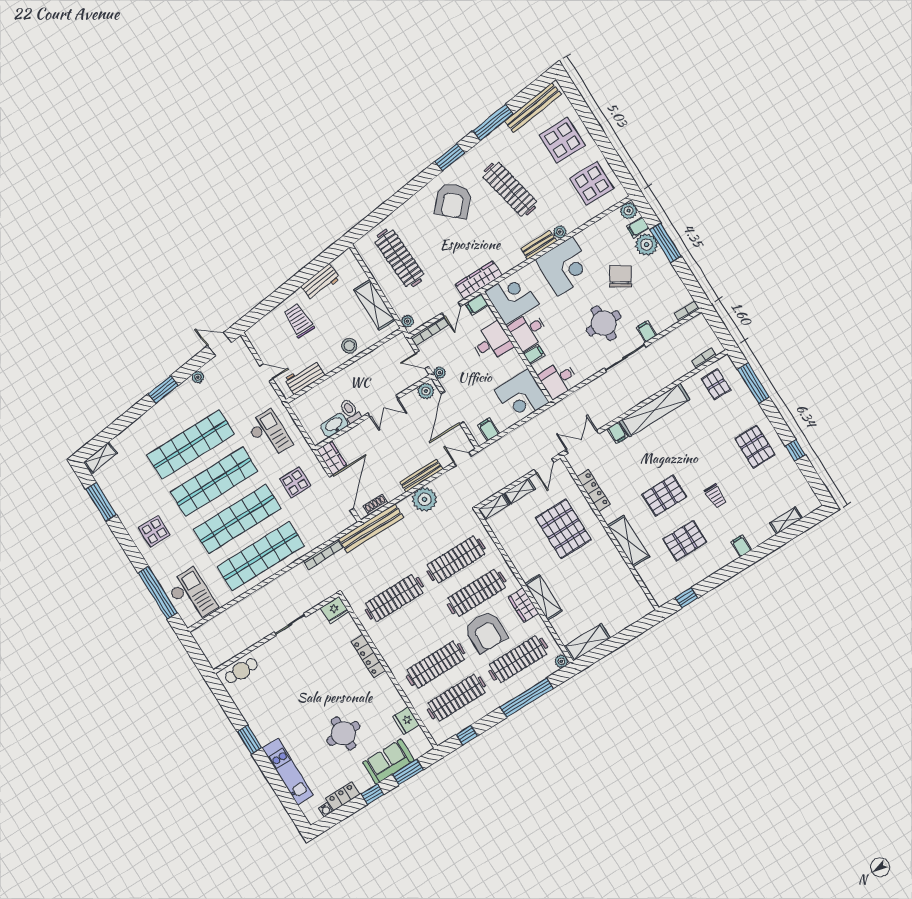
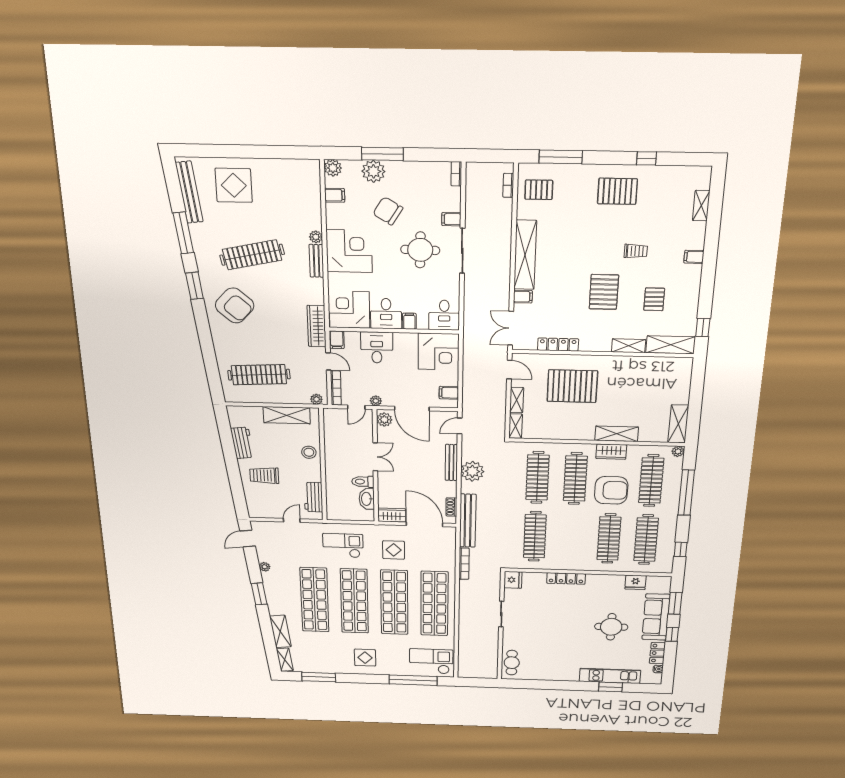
display table: (592, 183) -> (288, 184), removed
filing cabinet: (638, 227) -> (335, 195), moved, turned -90
shelving: (132, 434) -> (280, 631), added
shelving: (628, 541) -> (629, 346), width x0.67, depth x0.75
pallet: (685, 541) -> (654, 299), width x0.67, depth x0.71
shelving: (654, 583) -> (671, 345), added
window: (250, 740) -> (611, 687), moved
sofa: (388, 762) -> (656, 617), width x1.36

